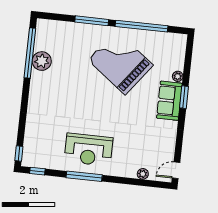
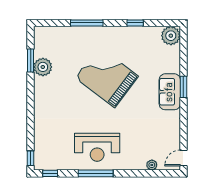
window: (141, 26) -> (135, 23), width x0.32
window: (30, 53) -> (31, 60), width x0.47
grand piano: (121, 63) -> (107, 77), moved
plant: (178, 76) -> (171, 36), moved, width x1.87, depth x1.87

